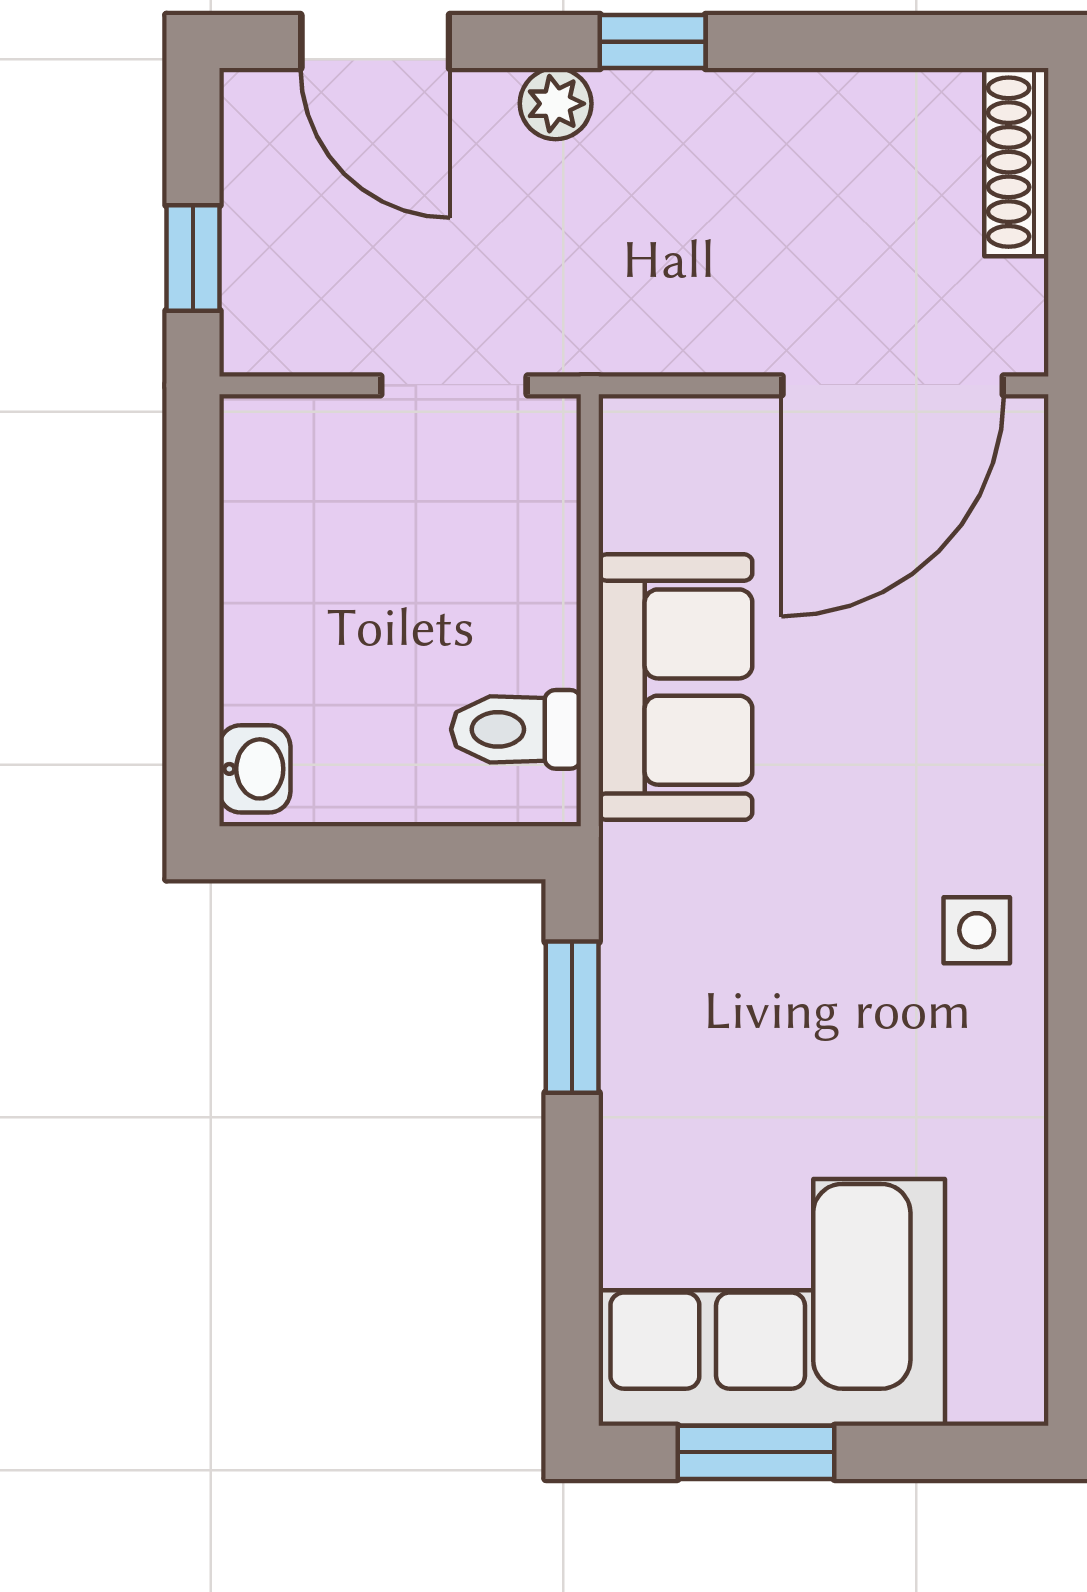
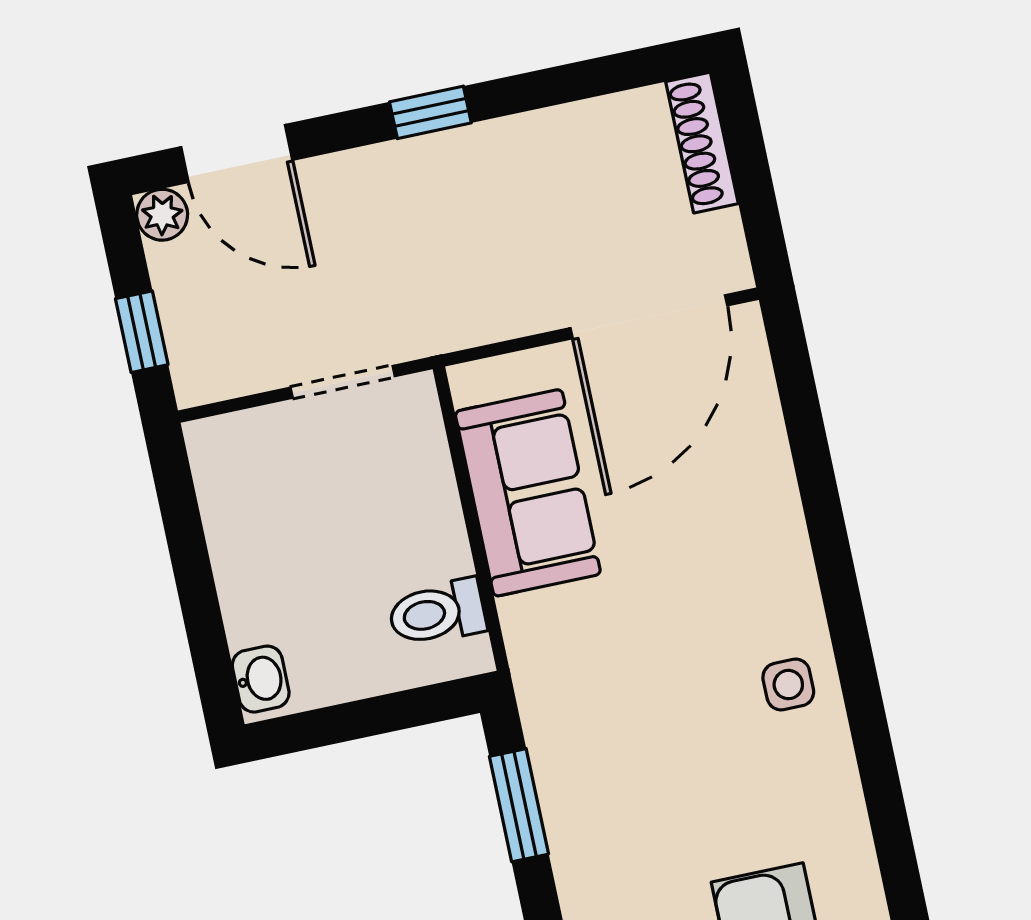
plant: (556, 104) -> (162, 215), moved
sofa: (675, 687) -> (528, 493), moved

